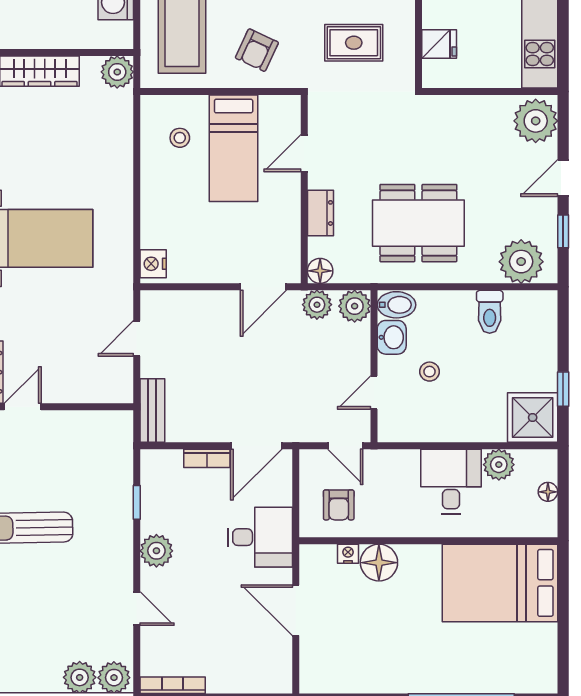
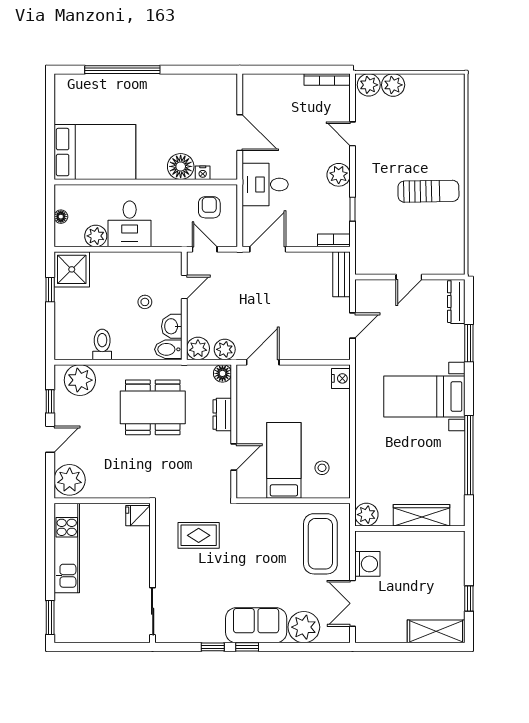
fridge: (439, 44) -> (138, 516), moved
armchair: (257, 50) -> (267, 530), removed
door: (23, 407) -> (409, 277), moved
bookcase: (207, 458) -> (334, 240), moved

